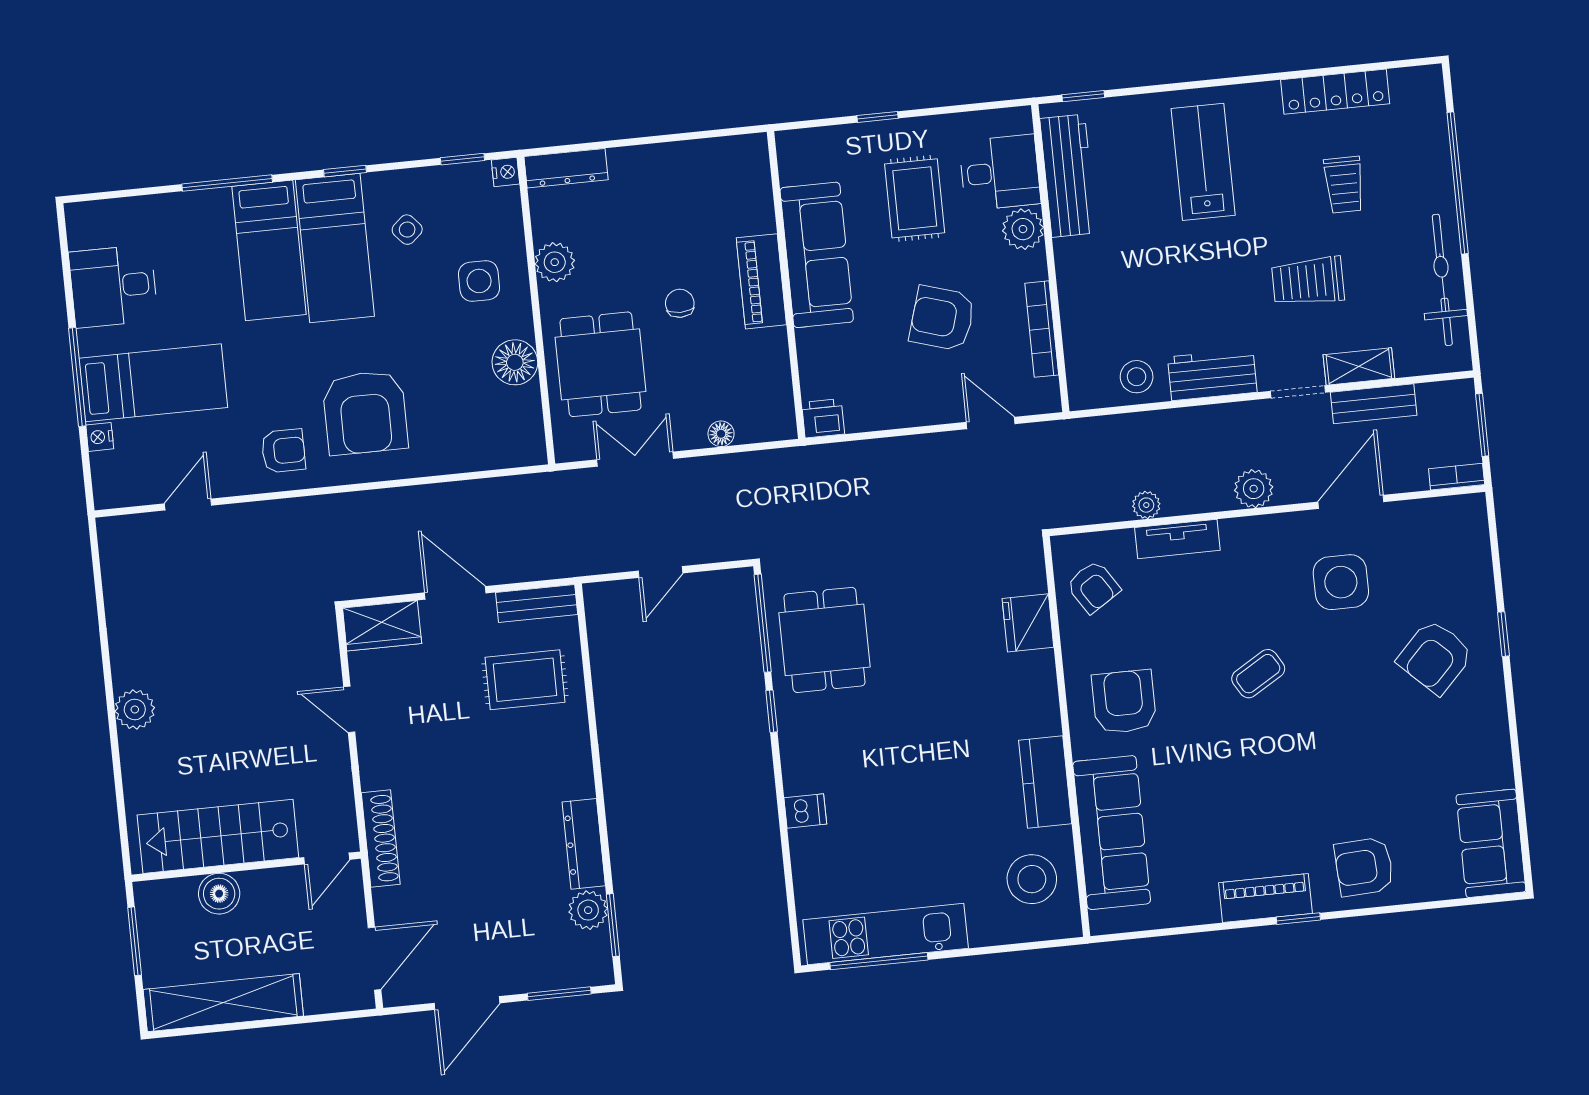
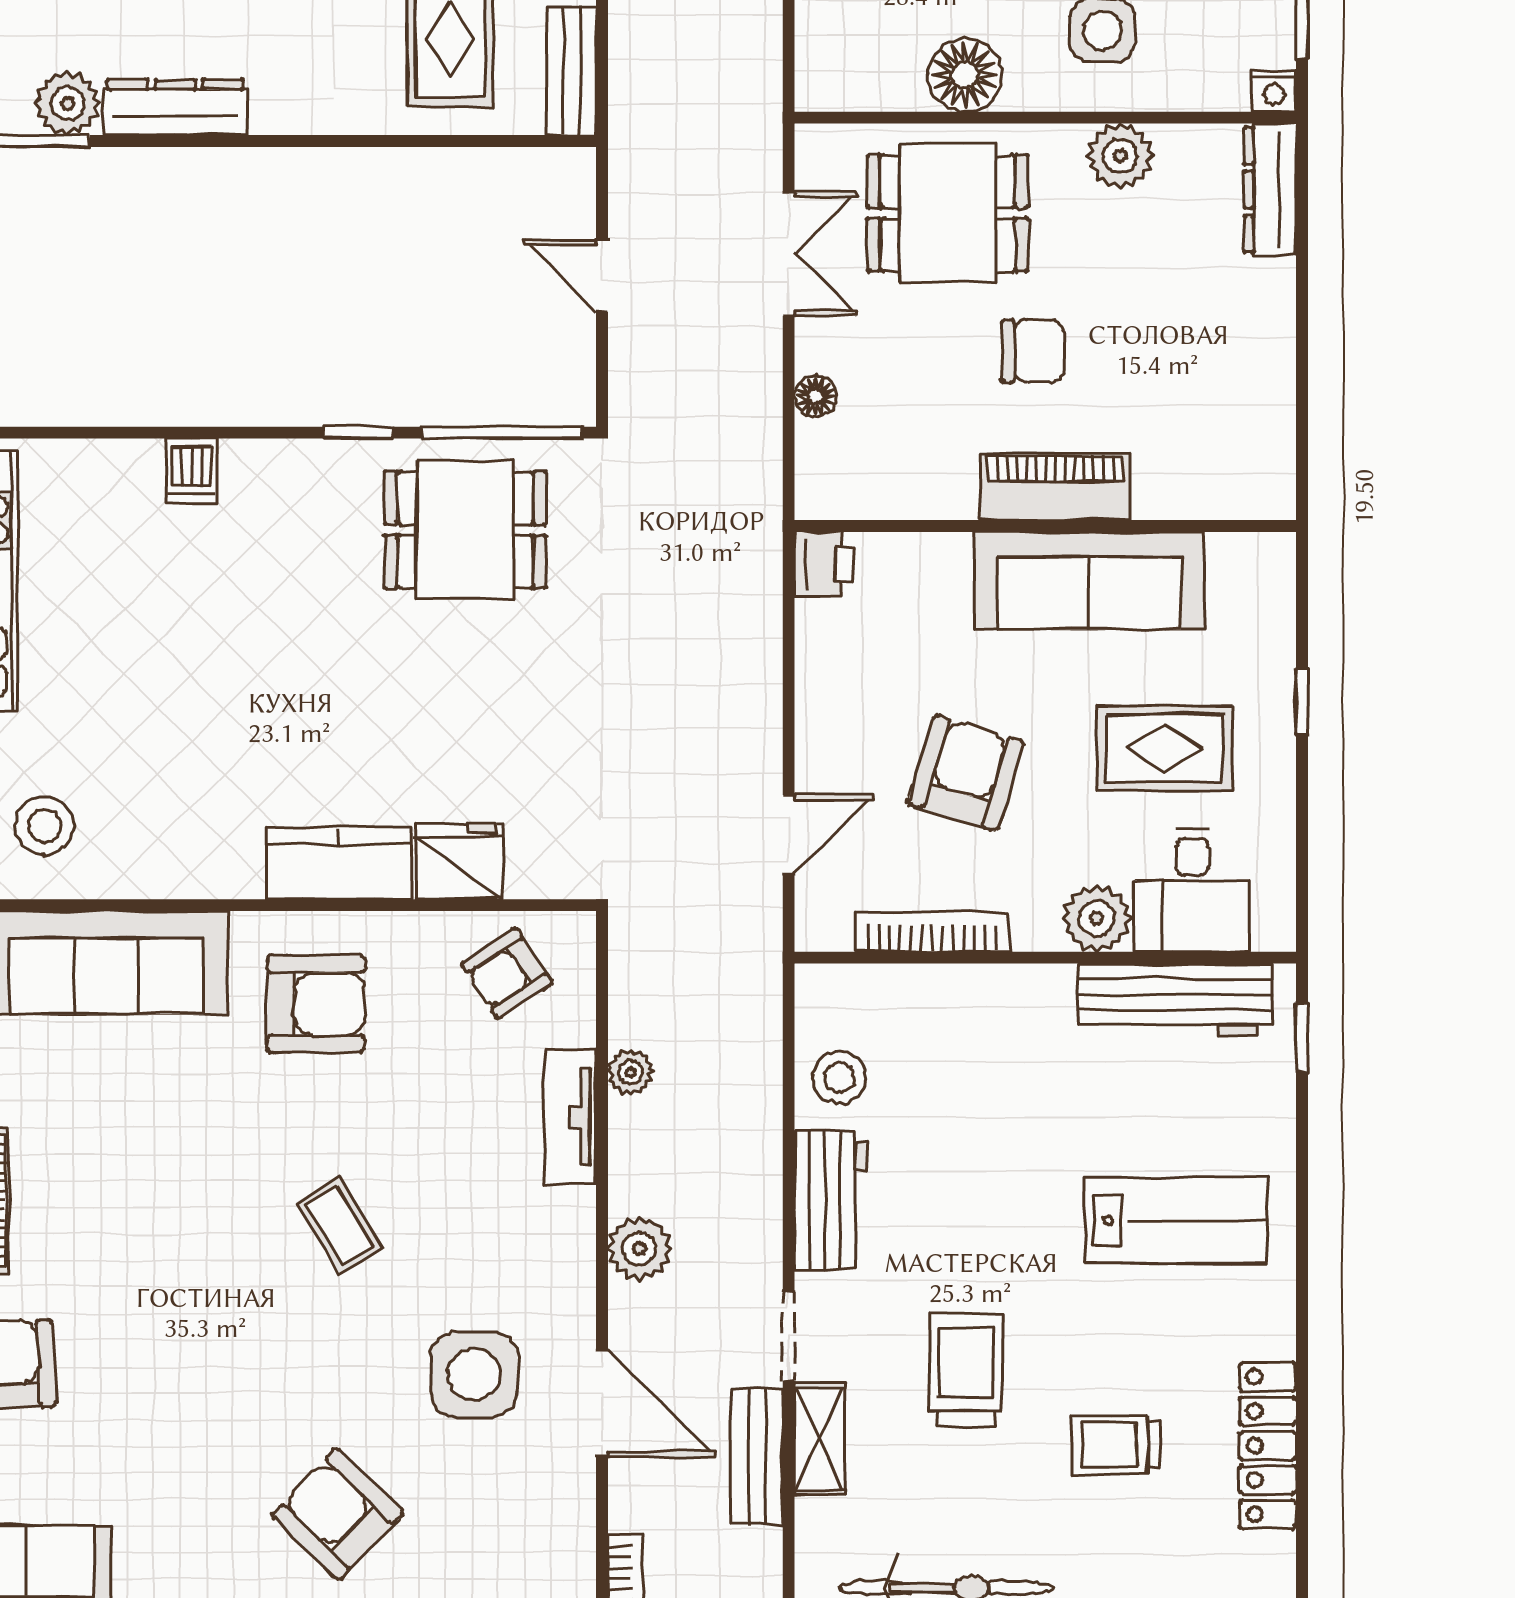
chair: (680, 303) -> (1033, 351), width x1.37, depth x1.37
kitchen counter: (1045, 782) -> (339, 863), moved
stool: (1032, 879) -> (45, 826), width x0.73, depth x0.73

